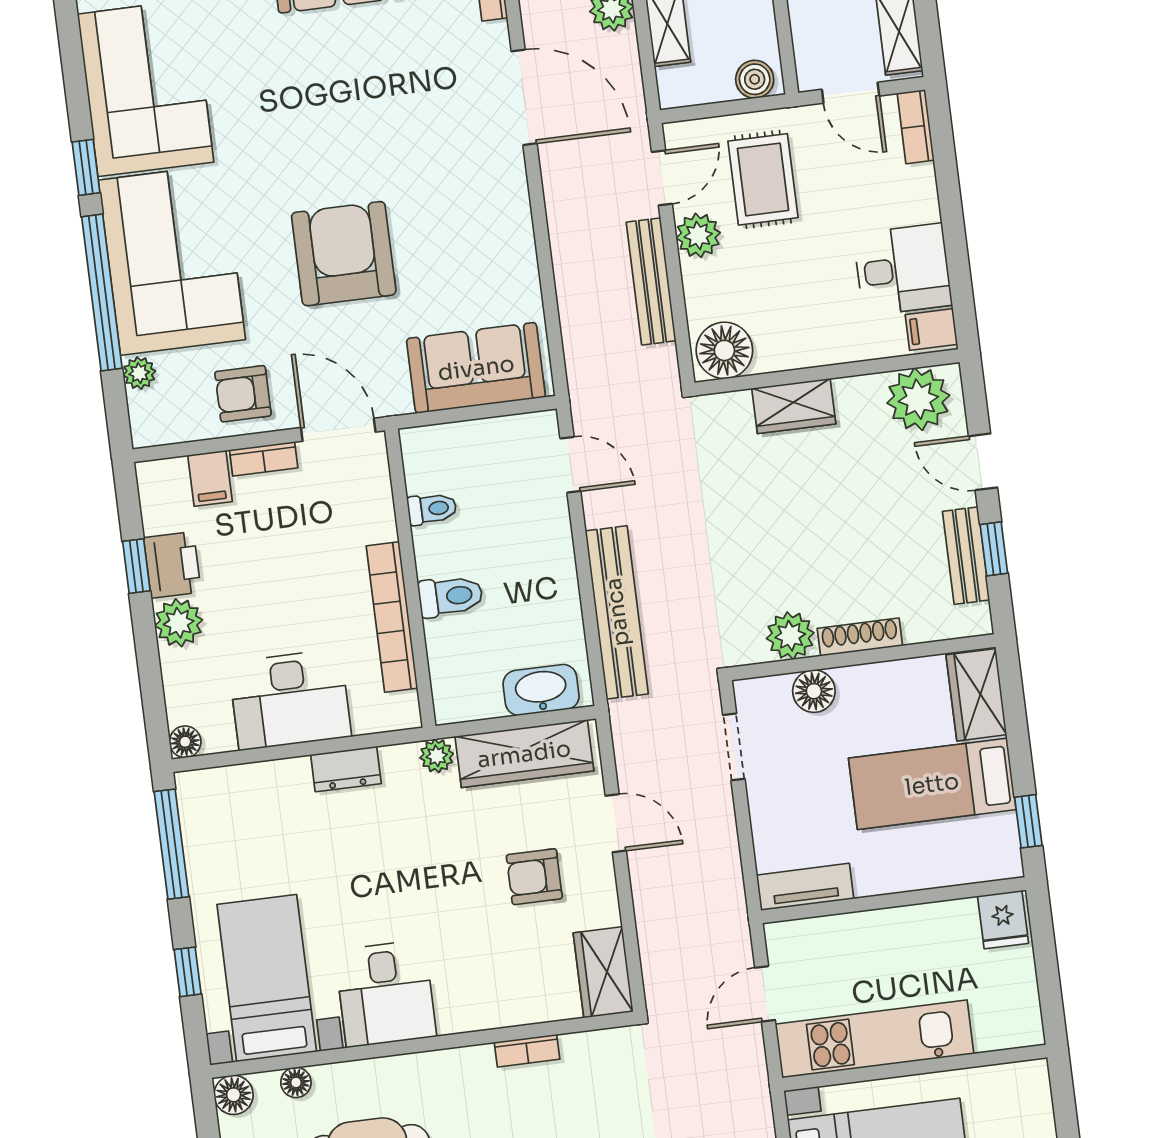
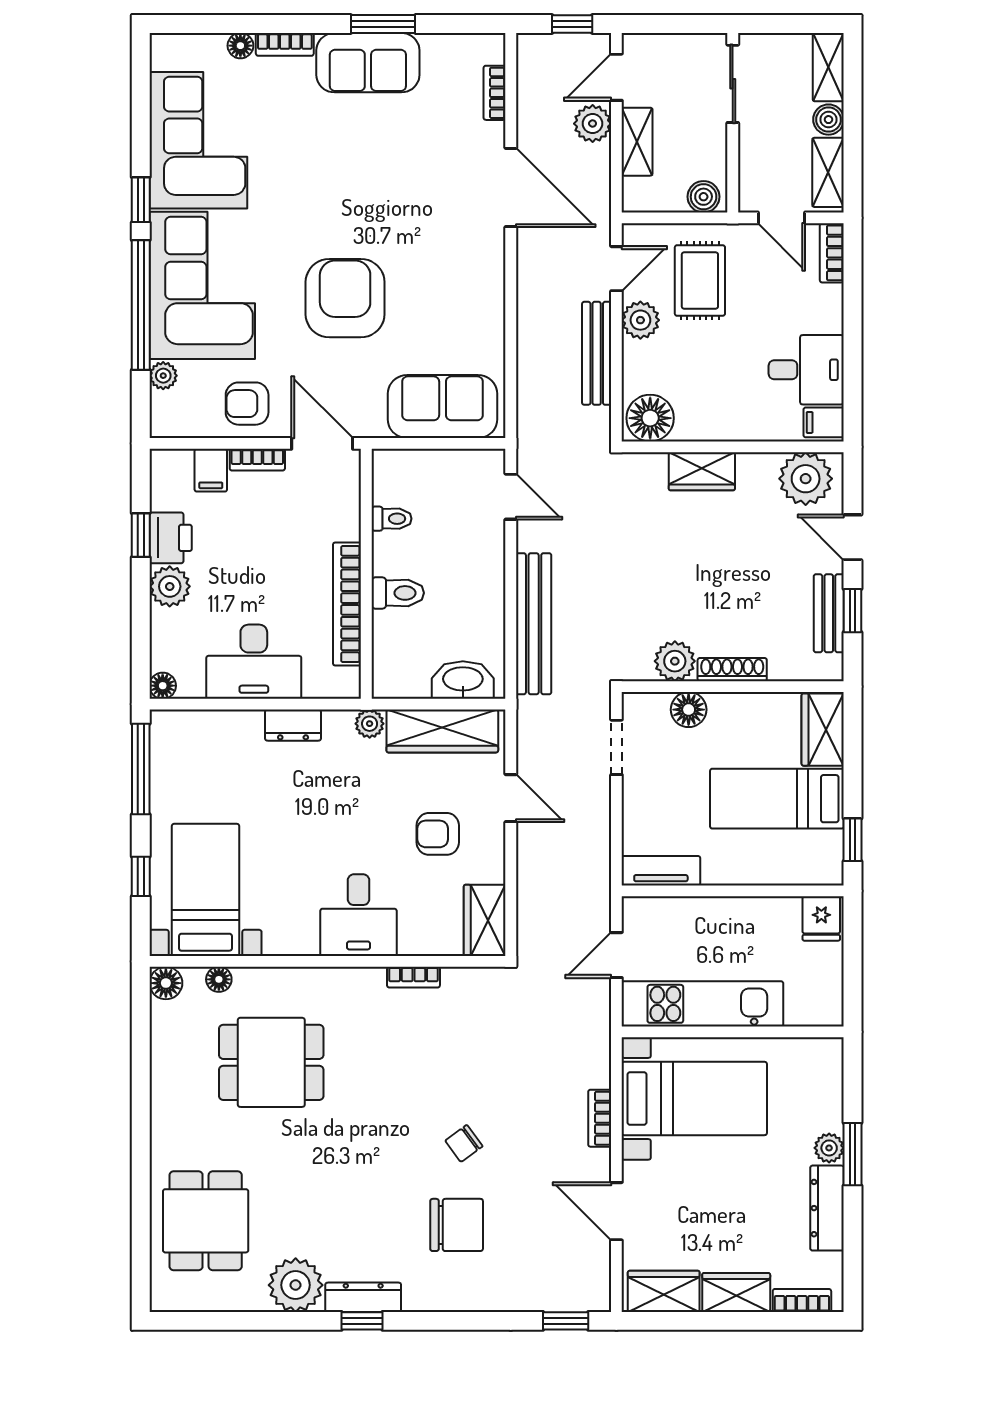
desk: (386, 994) -> (358, 915), moved

